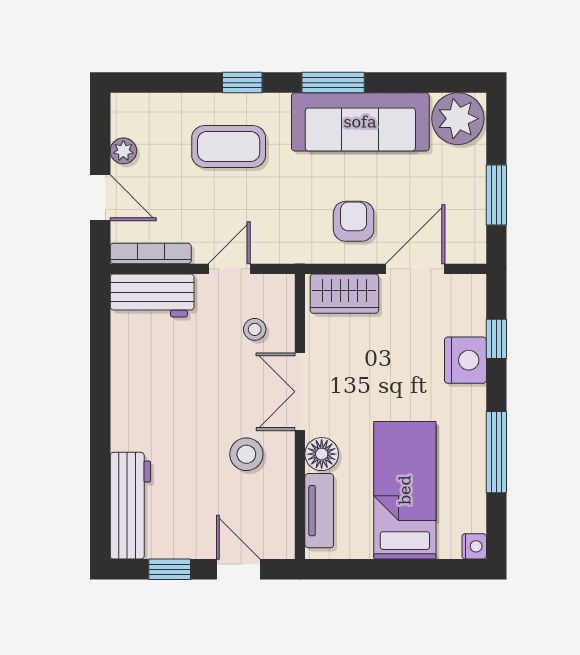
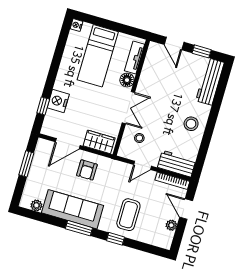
plant: (458, 119) -> (36, 205), width x0.53, depth x0.53
coffee table: (229, 146) -> (128, 215), turned 90
window: (496, 452) -> (56, 60), removed
stool: (246, 454) -> (191, 124), moved

